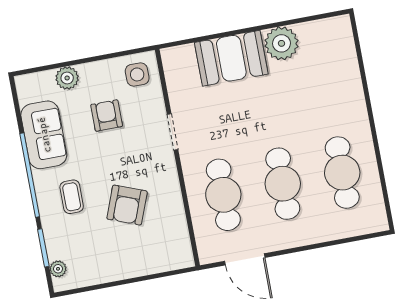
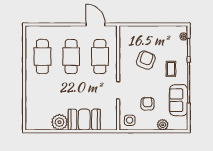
armchair: (107, 115) -> (148, 104), turned 180

